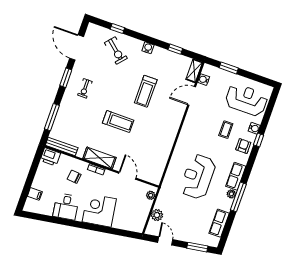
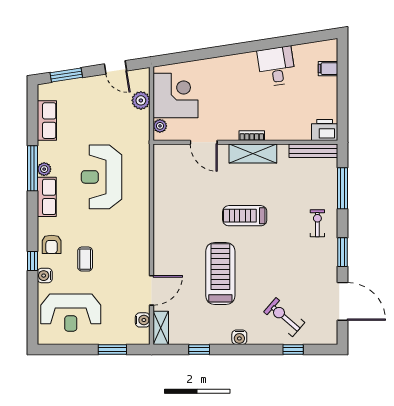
exercise bike: (85, 88) -> (317, 223), moved
treadmill: (146, 91) -> (220, 273), width x1.37, depth x1.38
chair: (74, 177) -> (280, 113), removed
reception desk: (198, 177) -> (101, 177), turned 180
corner desk: (99, 210) -> (176, 96), moved, turned -81

